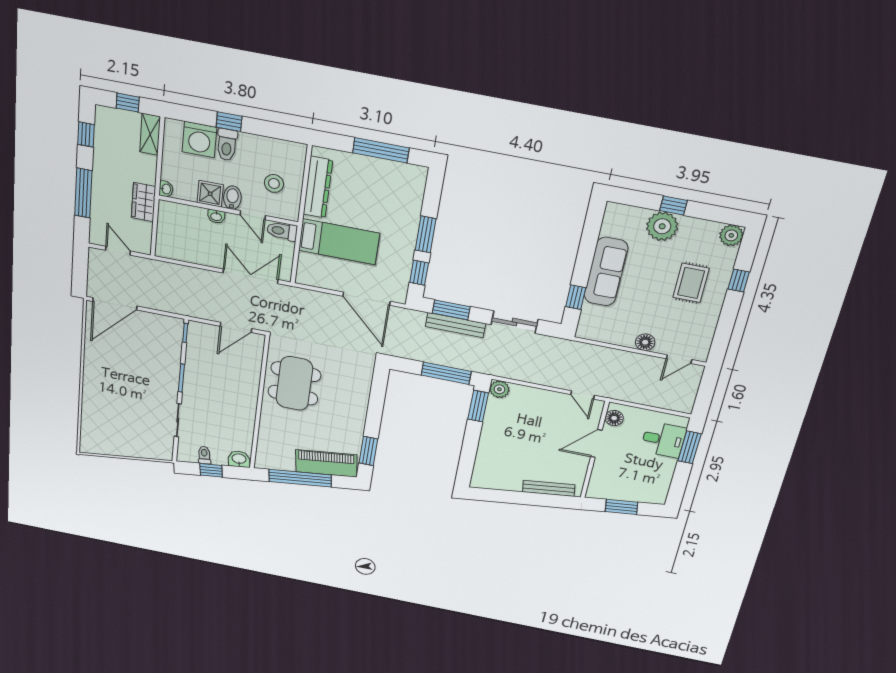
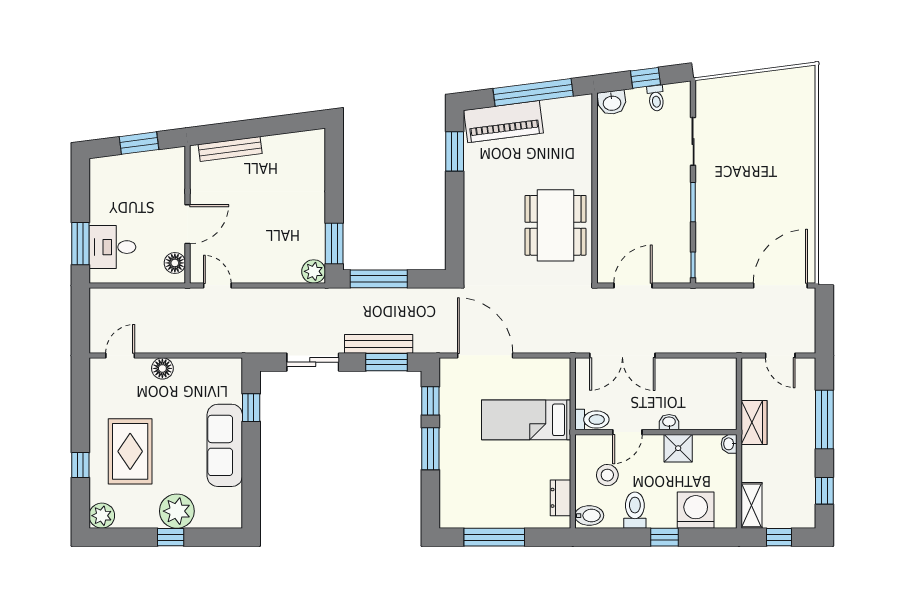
toilet: (227, 145) -> (635, 510), moved
dresser: (318, 187) -> (560, 498), width x0.51, depth x0.80
bidet: (232, 198) -> (589, 516), moved, turned -90
door: (253, 215) -> (627, 432), swing flipped
rug: (691, 283) -> (130, 451), width x1.36, depth x1.43

